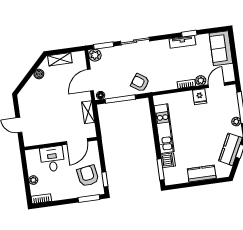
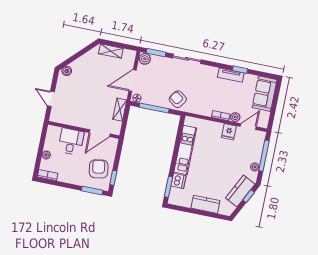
boiler: (39, 74) -> (67, 71), moved

